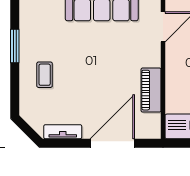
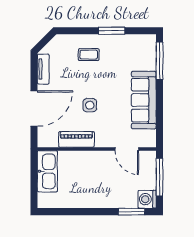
side table: (108, 73) -> (90, 105), added
door: (112, 143) -> (34, 108), hinge flipped

